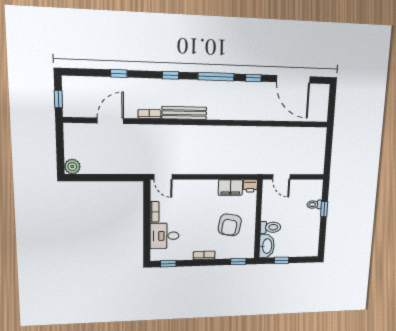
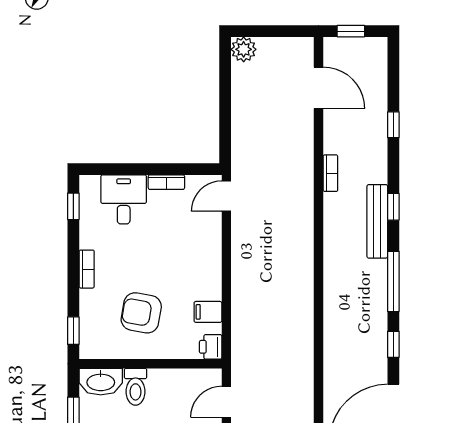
bench: (184, 113) -> (377, 221), moved
door: (110, 121) -> (318, 88), moved
filing cabinet: (230, 187) -> (208, 312), width x0.50

